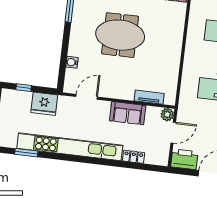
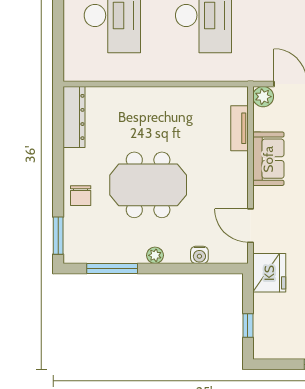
plant: (75, 34) -> (155, 255), added
meeting table: (120, 35) -> (148, 185), turned 90
fridge: (44, 104) -> (269, 273), moved

